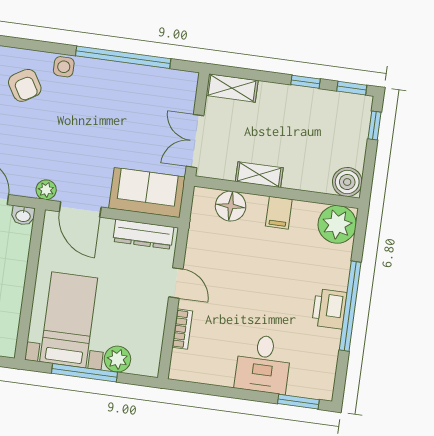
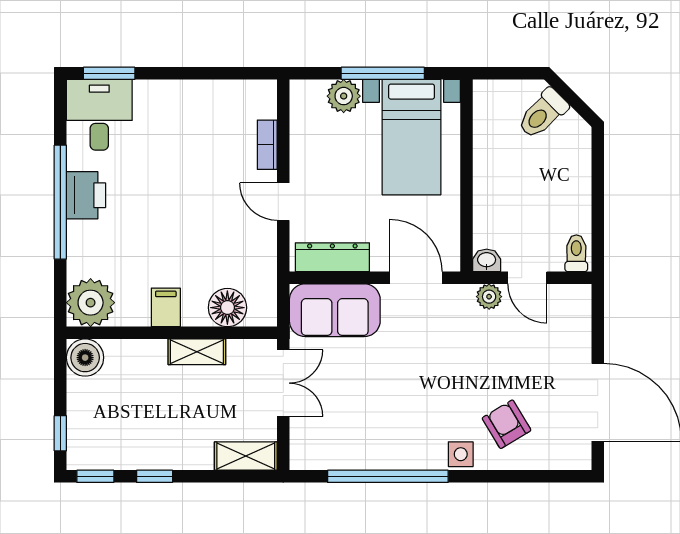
plant: (46, 190) -> (489, 297), moved
desk: (263, 364) -> (99, 115), moved

